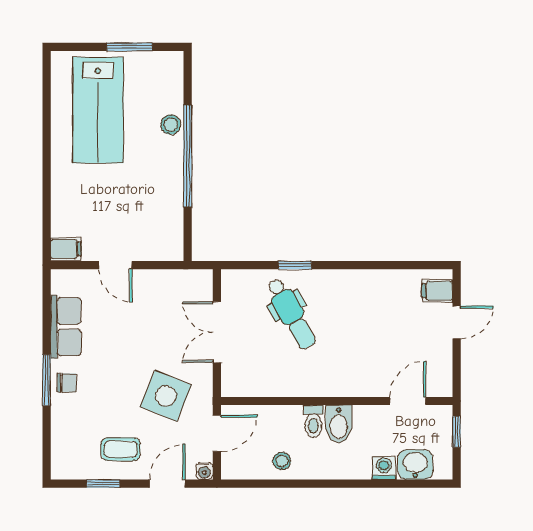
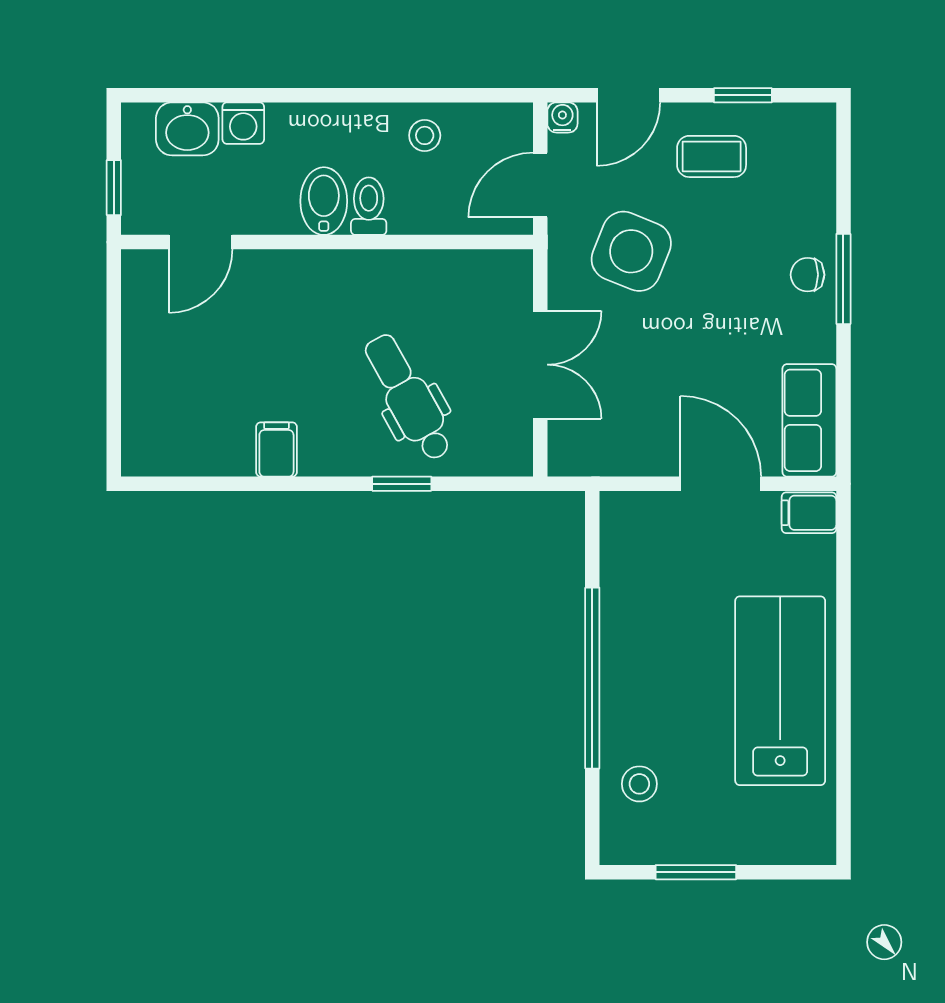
lab bench: (98, 110) -> (780, 691), moved
stool: (171, 125) -> (639, 784), moved
door: (115, 265) -> (721, 484), width x1.38
filing cabinet: (437, 291) -> (276, 449), moved, turned -90
door: (457, 322) -> (114, 382), removed
row of seats: (66, 327) -> (809, 420), moved

